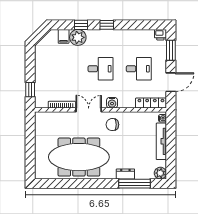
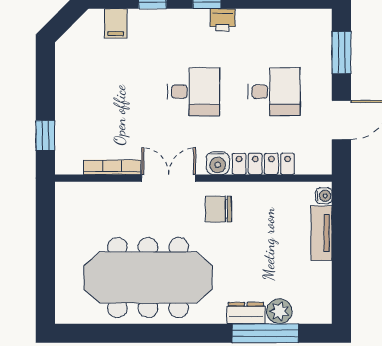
printer: (160, 35) -> (222, 20), moved
plant: (78, 37) -> (146, 26), removed
locker: (151, 103) -> (263, 164), moved
tv unit: (161, 141) -> (322, 233), width x0.71
plant: (160, 173) -> (279, 311), moved

